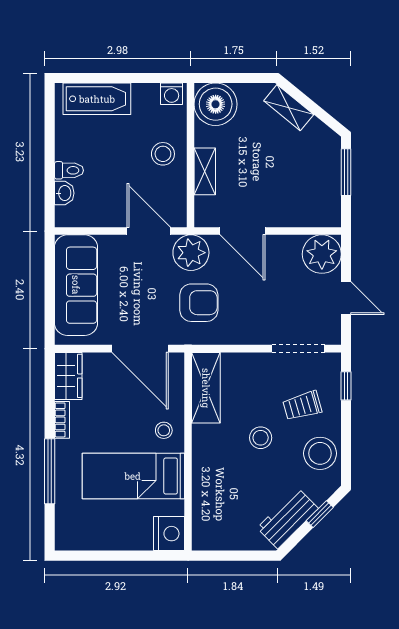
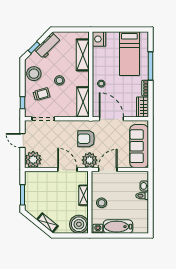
bathtub: (97, 99) -> (118, 227), moved
door: (149, 231) -> (108, 170), swing flipped
bed: (133, 476) -> (129, 54), moved, turned 90
shelving: (207, 497) -> (83, 55), added

